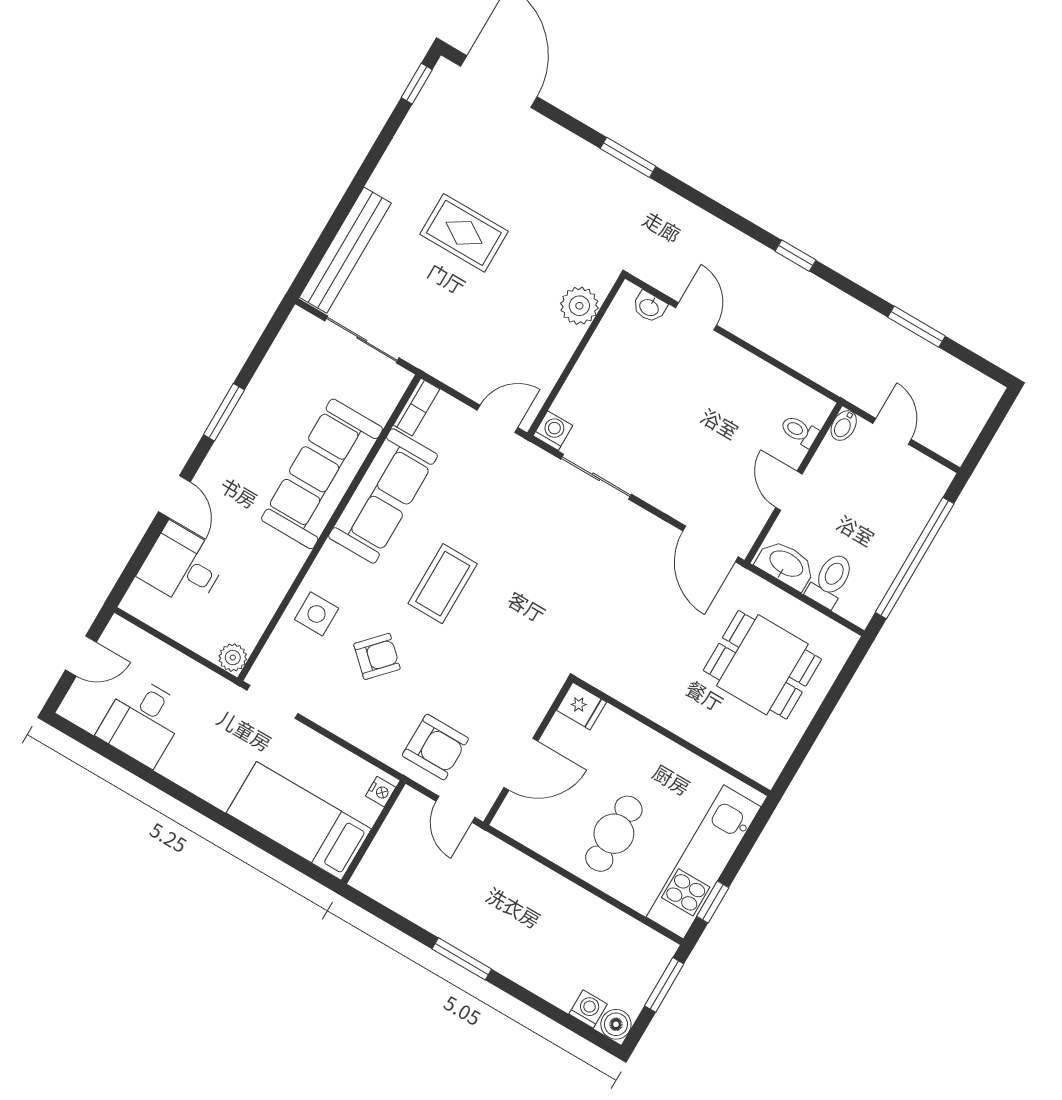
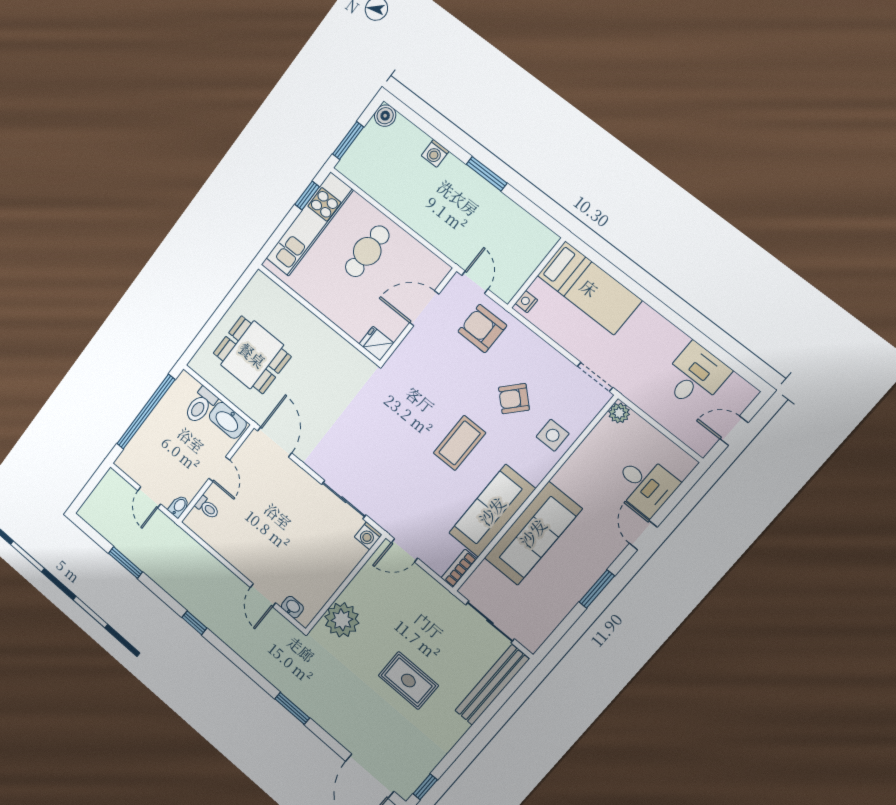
plant: (579, 306) -> (342, 620), width x1.36, depth x1.36
washing machine: (588, 1009) -> (435, 153), moved

